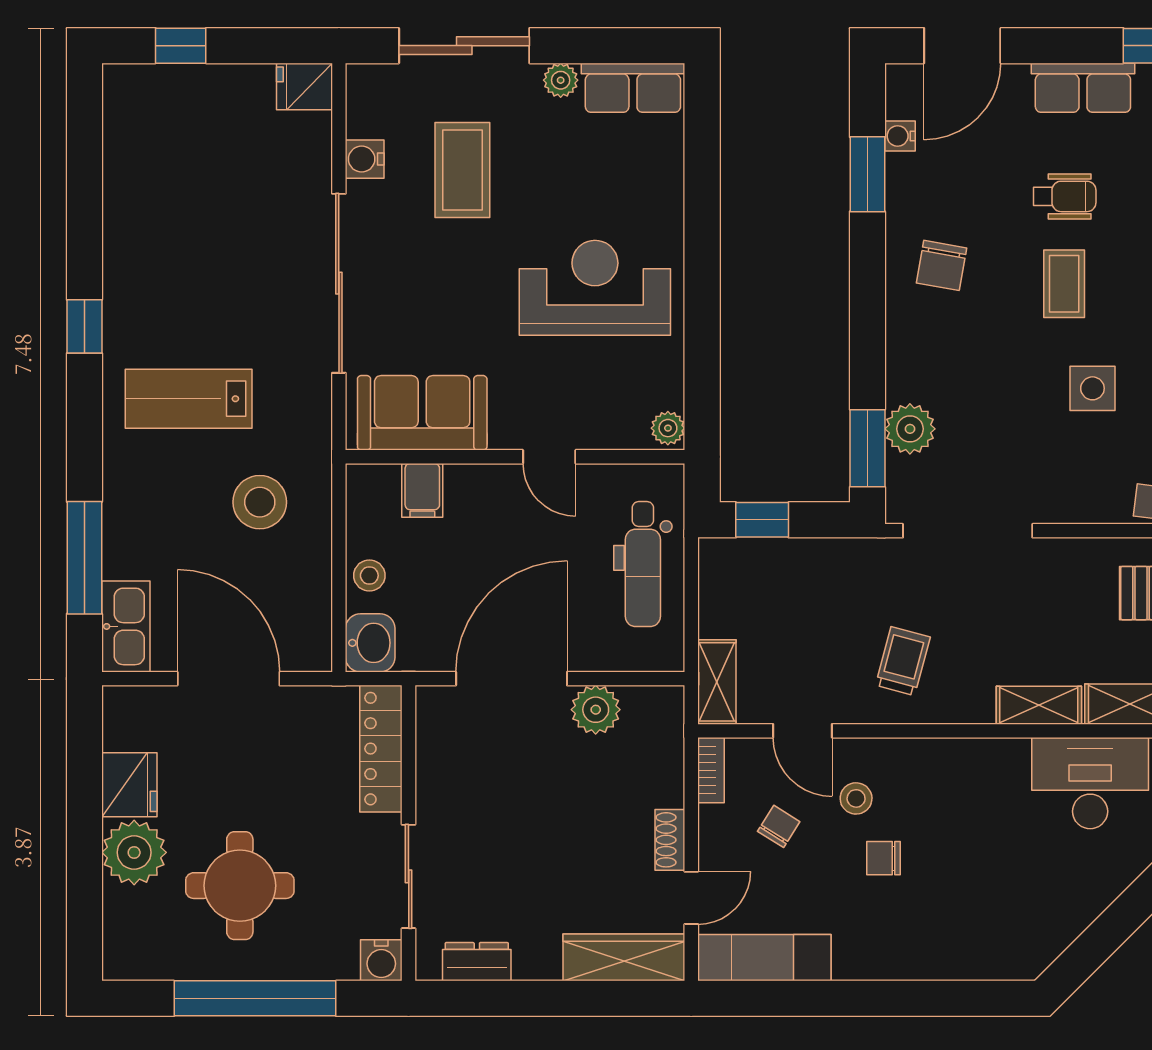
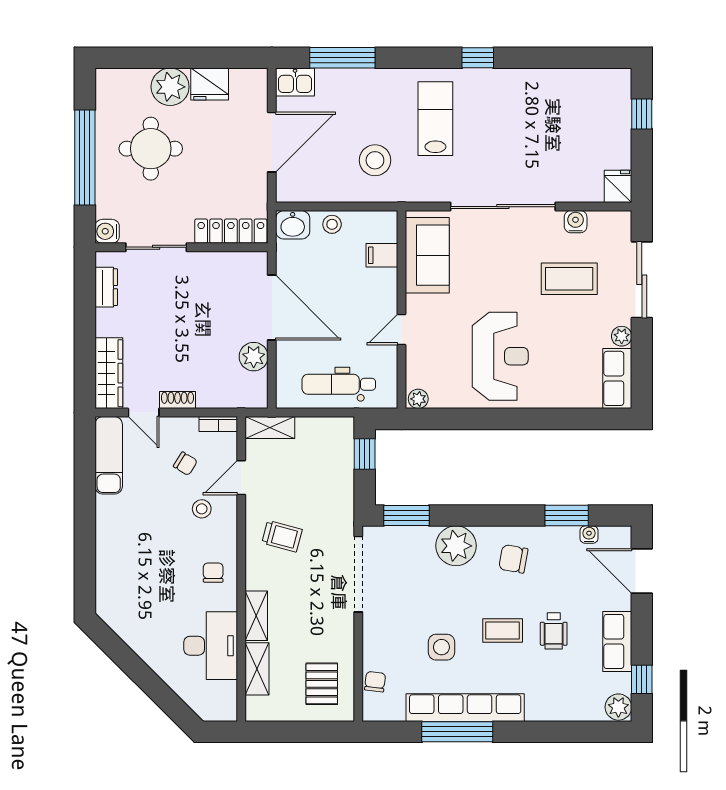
plant: (910, 429) -> (456, 546), moved, width x1.36, depth x1.36
kitchen sink: (126, 626) -> (295, 82), width x0.73
chair: (883, 858) -> (213, 573), moved

